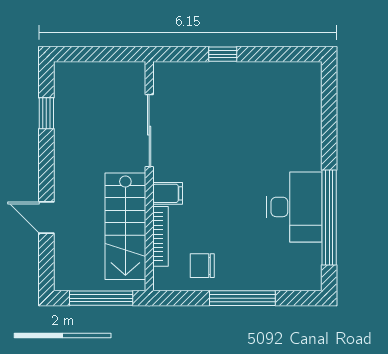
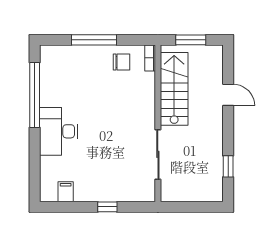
filing cabinet: (168, 193) -> (66, 192), moved, turned 90
desk: (294, 207) -> (58, 131), moved
bookcase: (160, 236) -> (150, 58), moved, width x0.64
window: (101, 298) -> (191, 40), width x0.69

